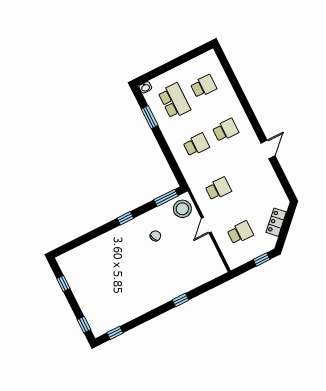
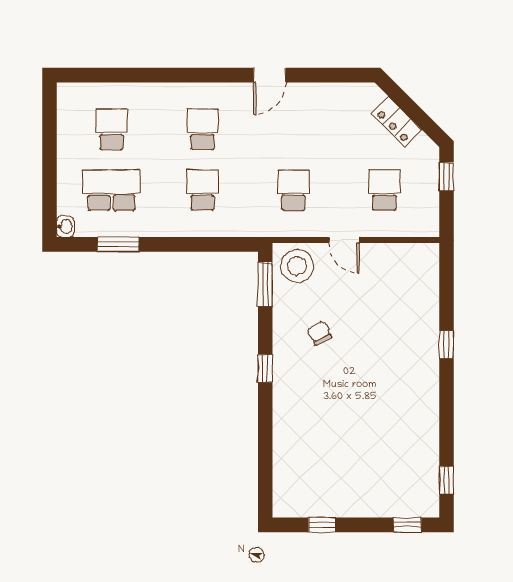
door: (268, 149) -> (270, 75), swing flipped

